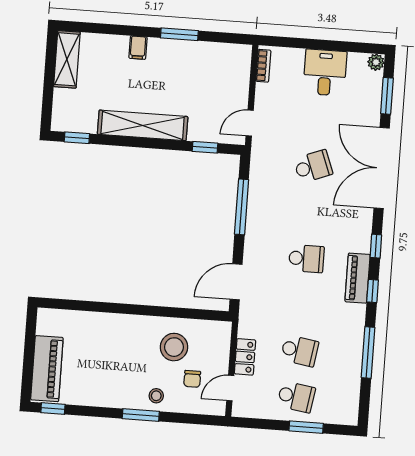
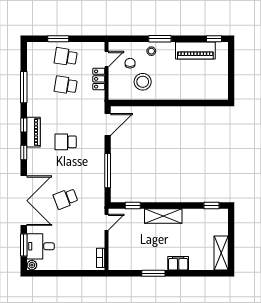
filing cabinet: (138, 48) -> (178, 263), width x2.00
desk: (325, 72) -> (40, 246), moved, turned 90
shelving: (143, 125) -> (163, 216), width x0.68
piano: (47, 369) -> (195, 50), moved, turned -90

